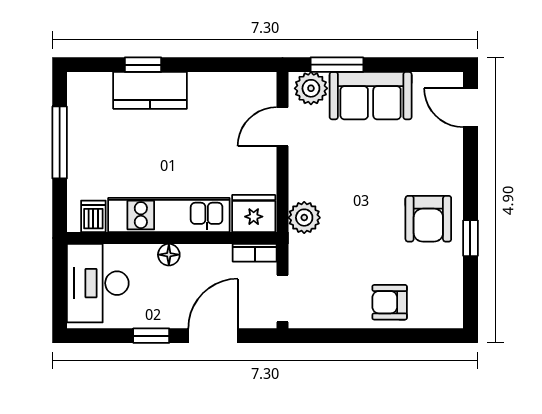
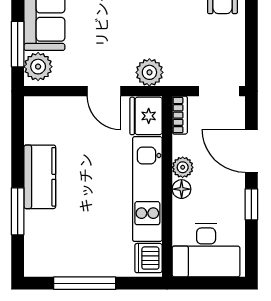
window: (143, 65) -> (18, 211), width x1.50
kitchen counter: (150, 90) -> (40, 177), moved
door: (283, 127) -> (104, 91), moved
dishwasher: (93, 216) -> (148, 258), width x1.38
plant: (194, 256) -> (183, 167), added

